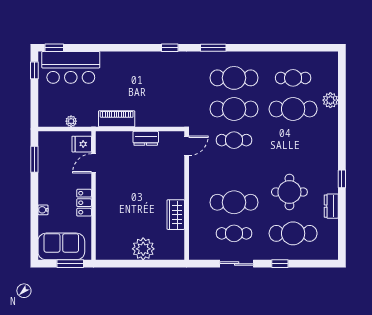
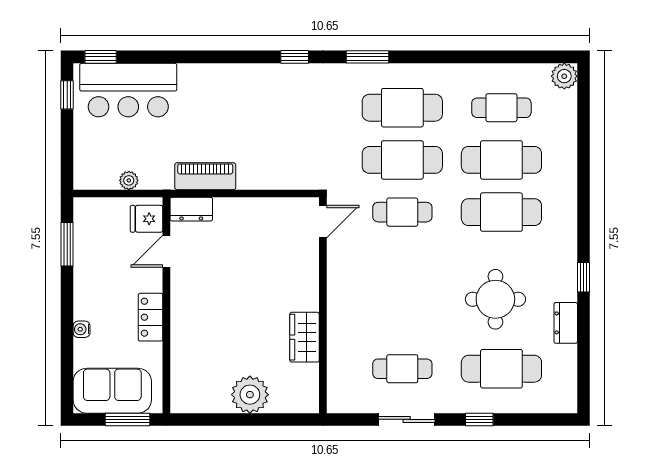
plant: (330, 100) -> (564, 76), moved
dresser: (146, 138) -> (191, 209), moved
cafe table: (234, 202) -> (501, 212), moved

